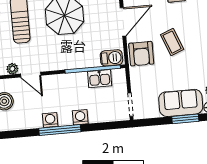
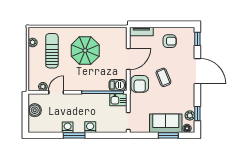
door: (31, 75) -> (56, 92), swing flipped
kitchen sink: (100, 79) -> (118, 100), moved
window: (60, 130) -> (74, 135), width x0.69

